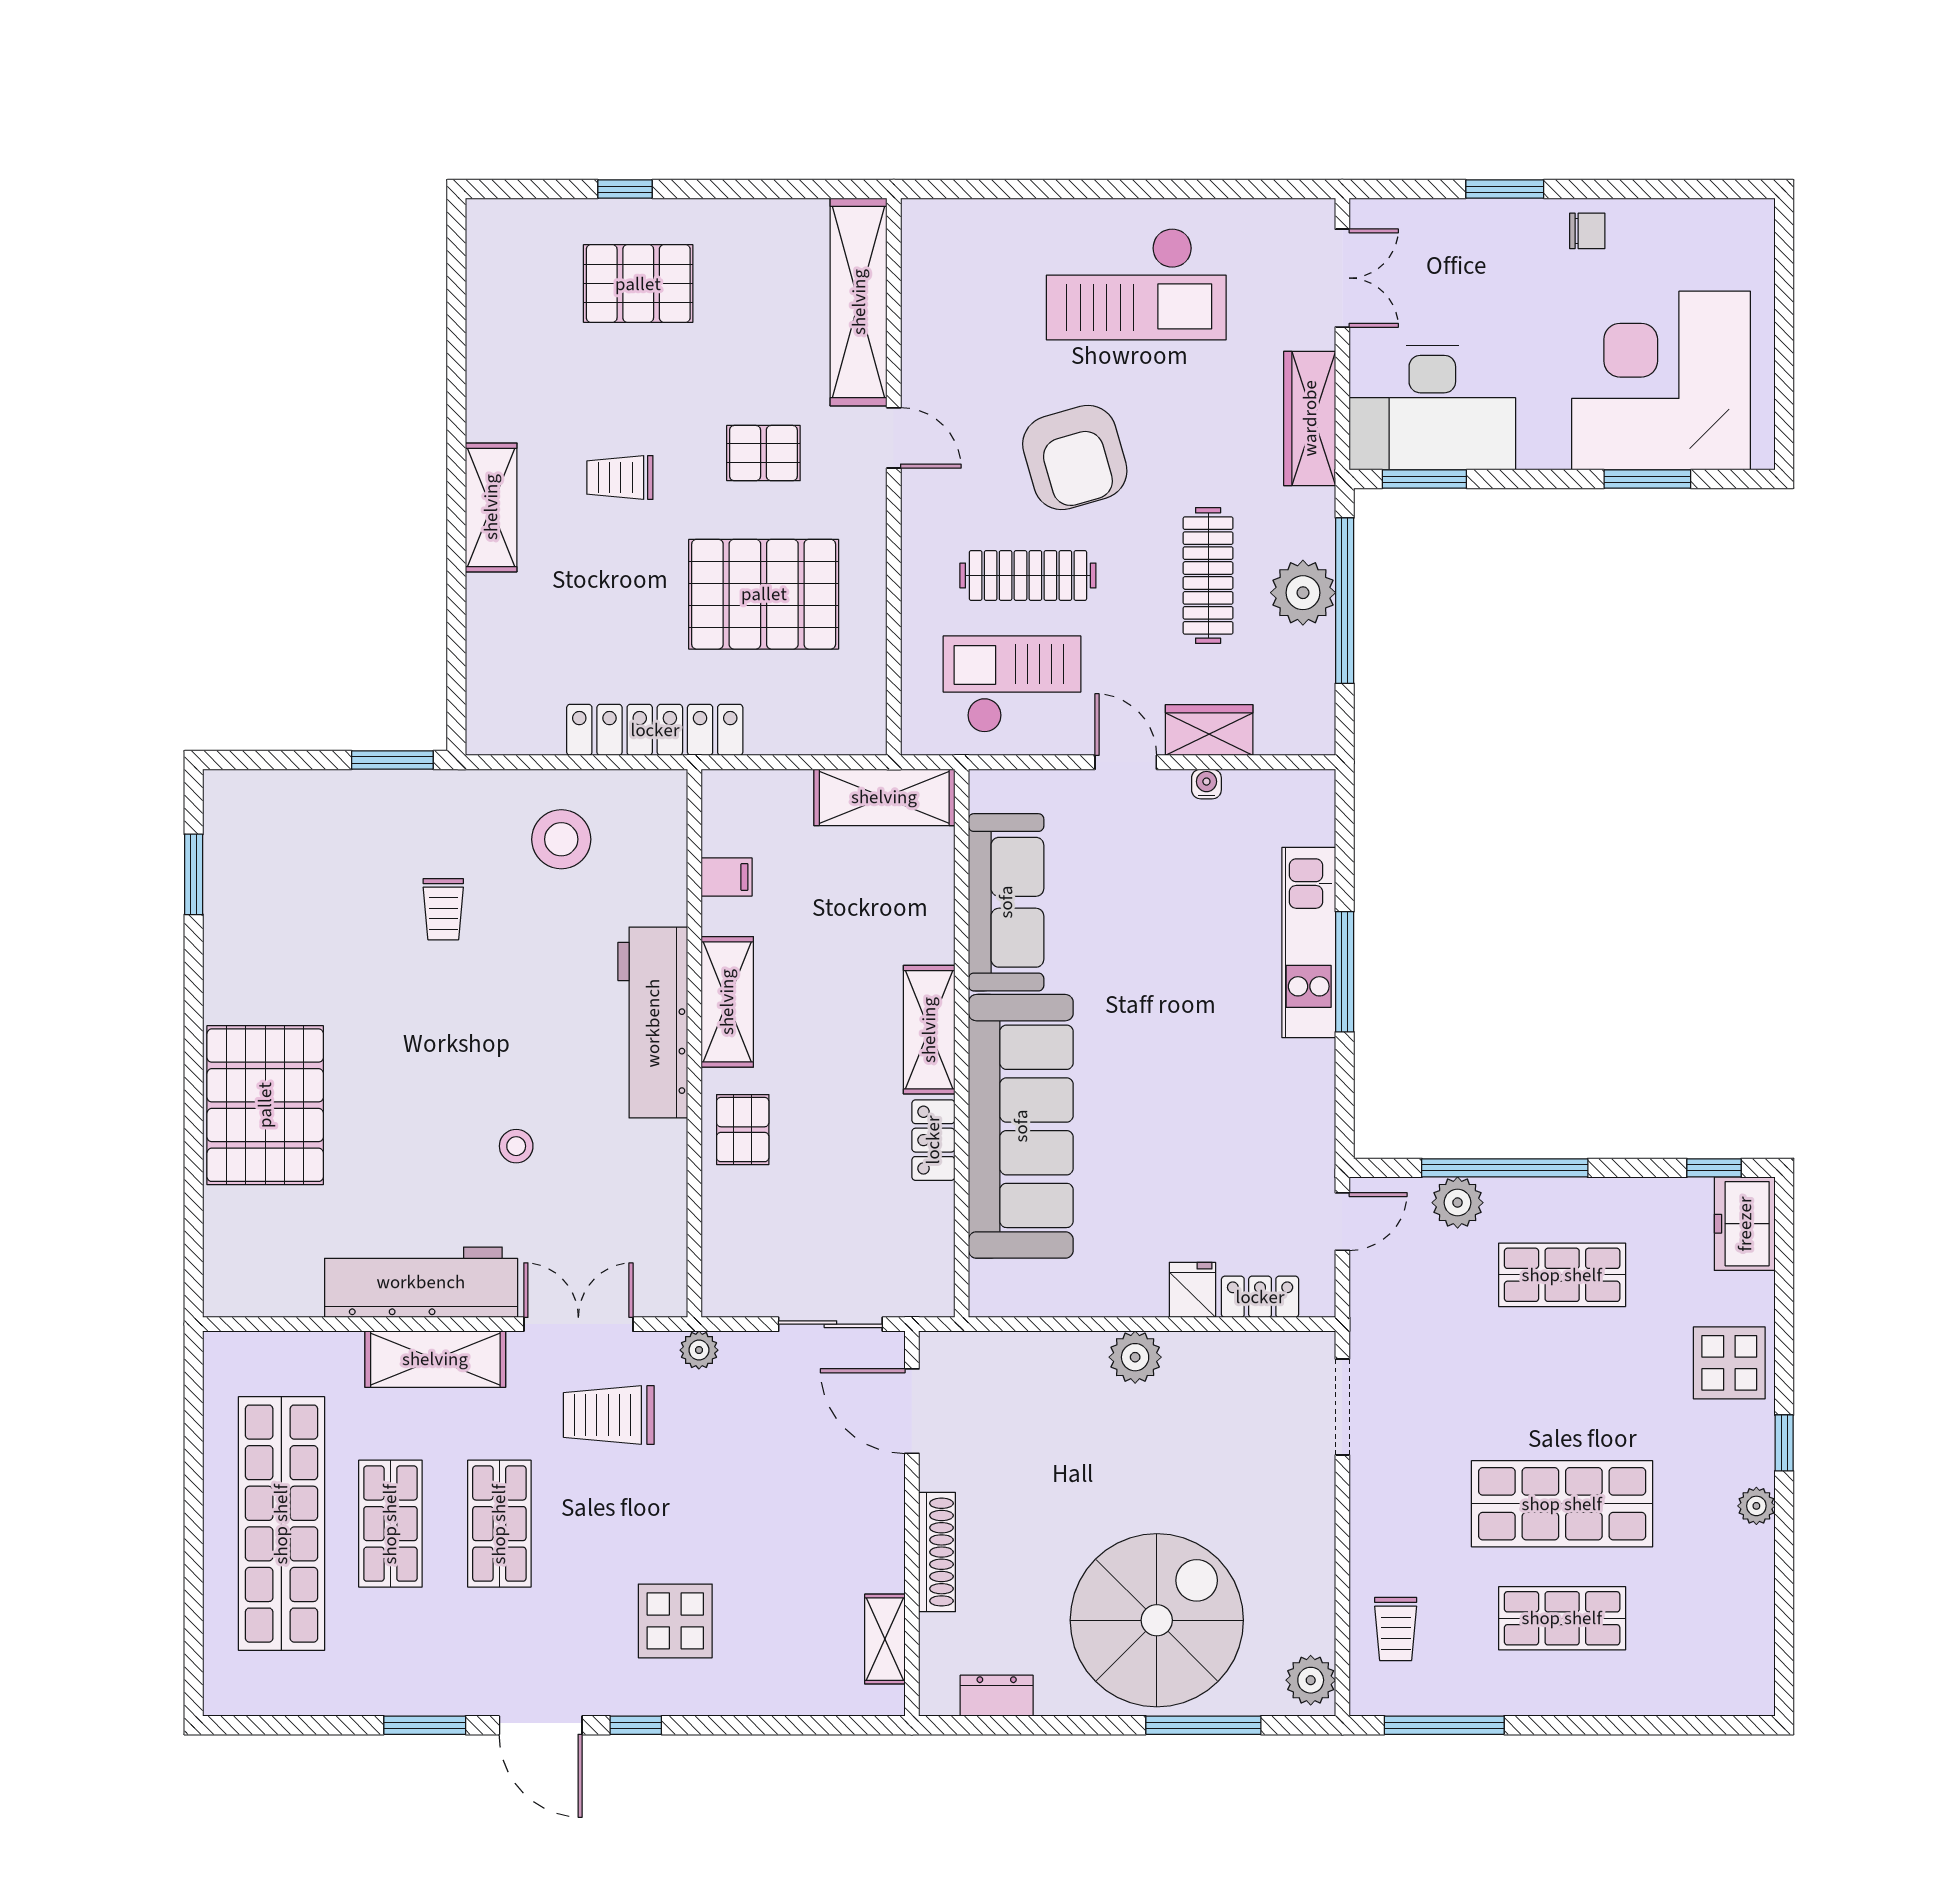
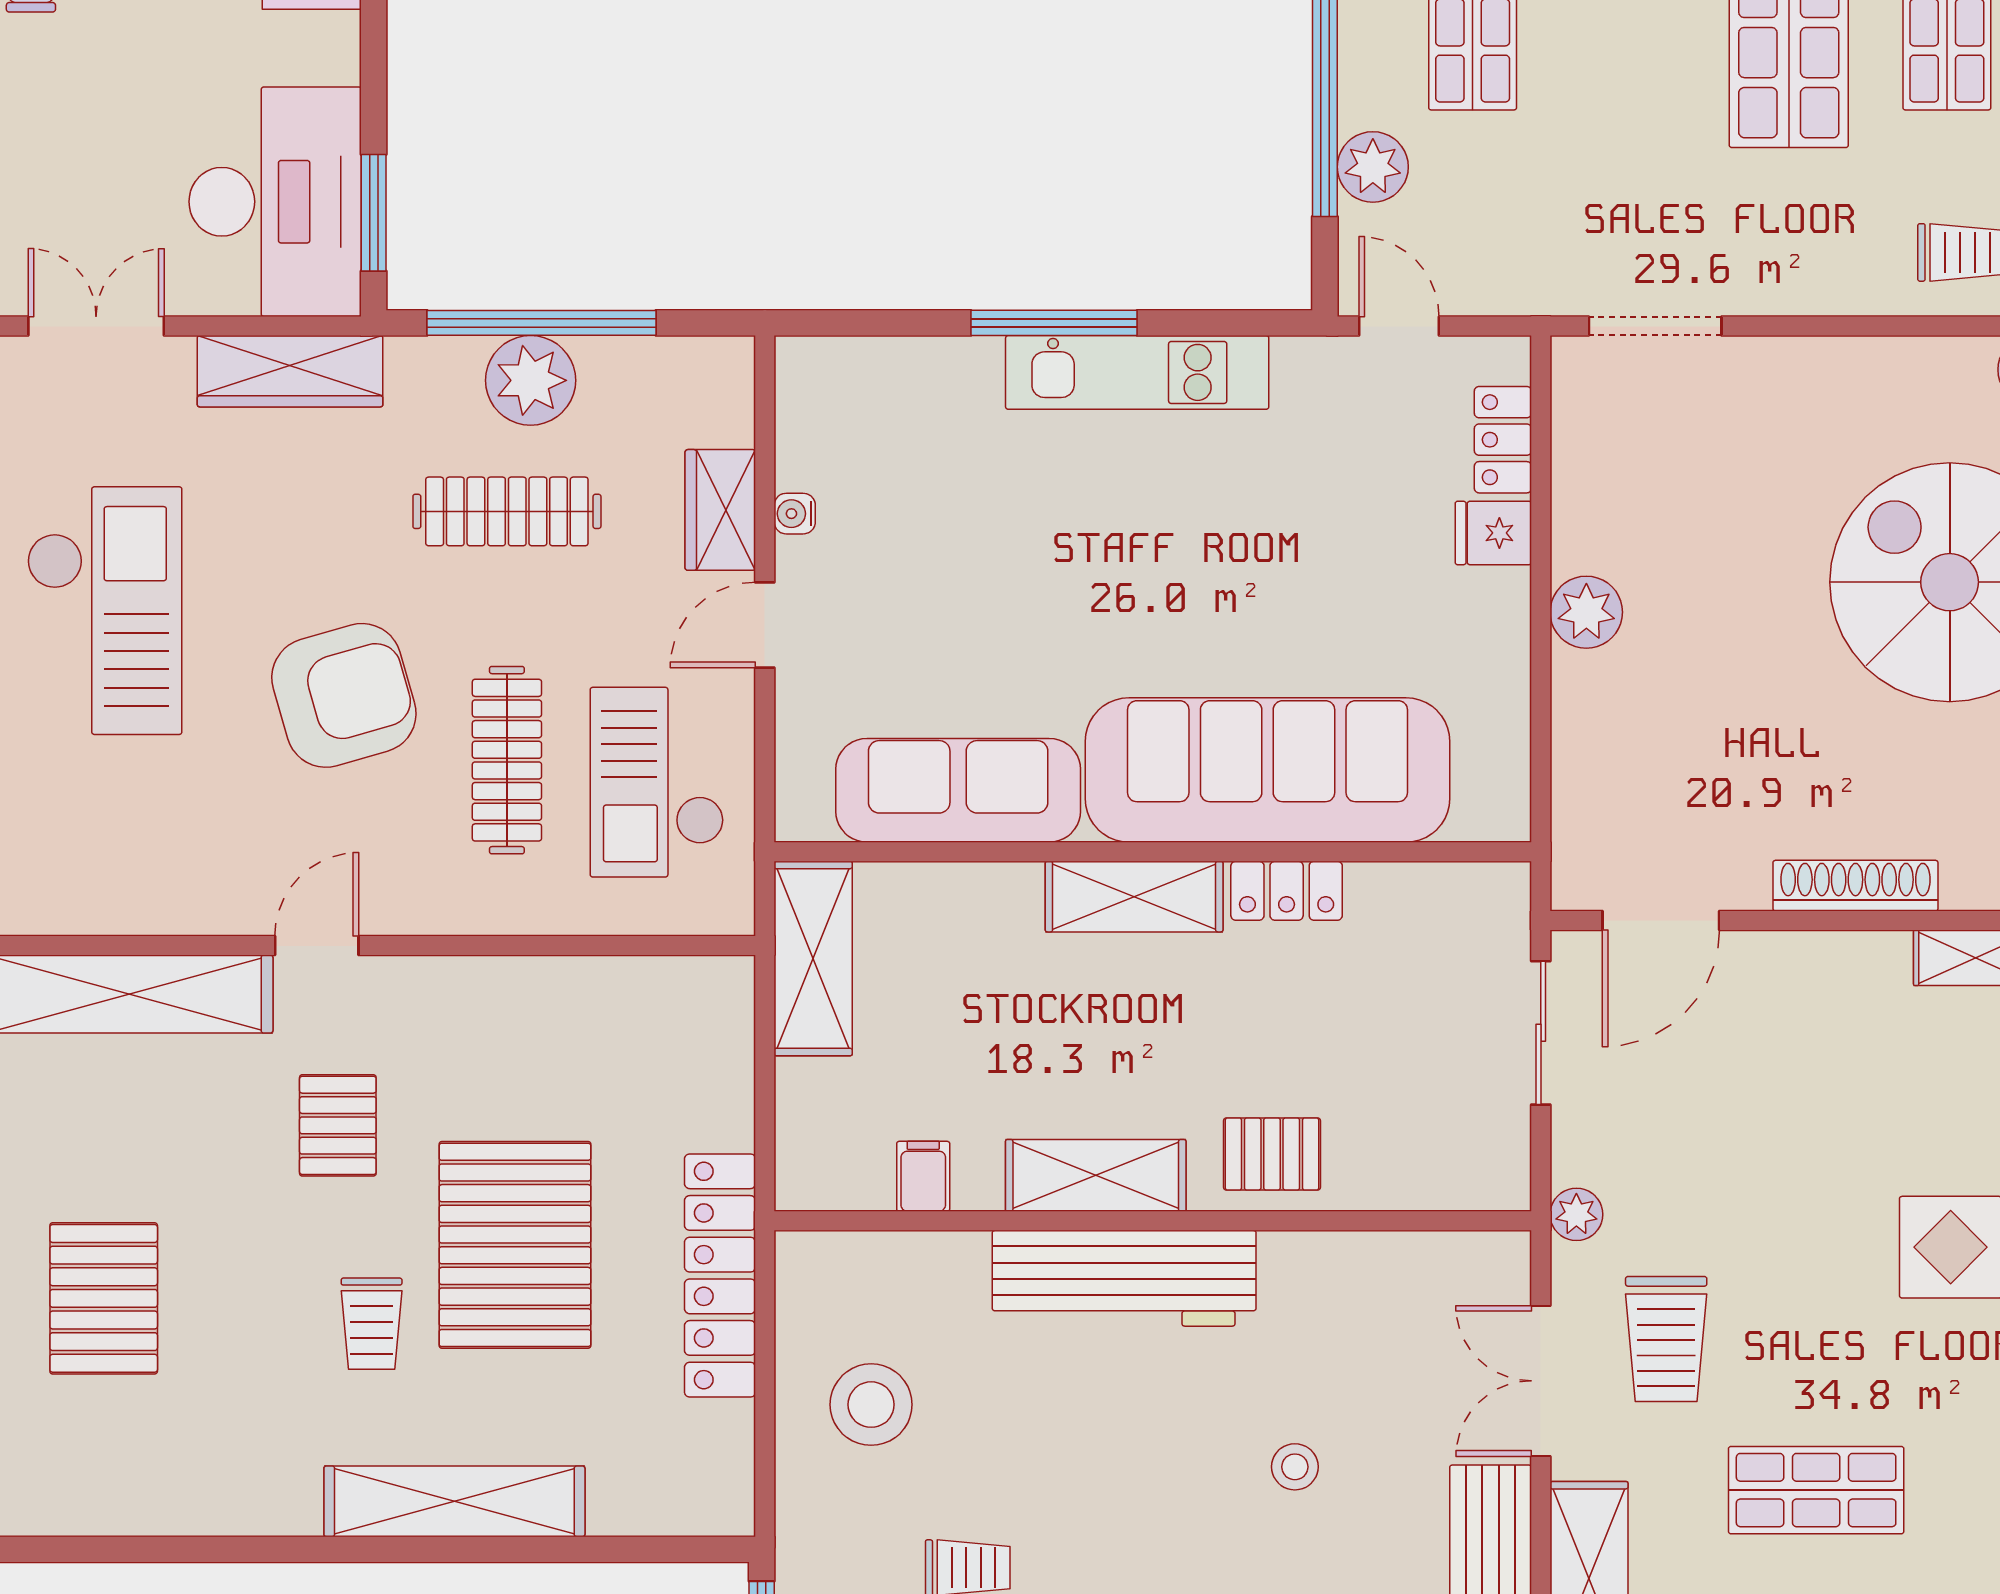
shelving: (491, 507) -> (454, 1501), width x1.47
pallet: (764, 594) -> (515, 1245), moved
kitchen unit: (1309, 943) -> (1137, 372), moved

